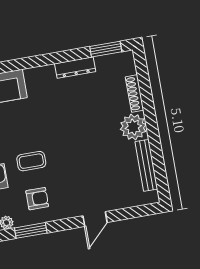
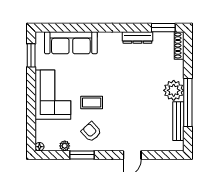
shoe rack: (135, 94) -> (179, 46), moved
window: (154, 140) -> (188, 103), added
armchair: (37, 199) -> (91, 132), turned -133

